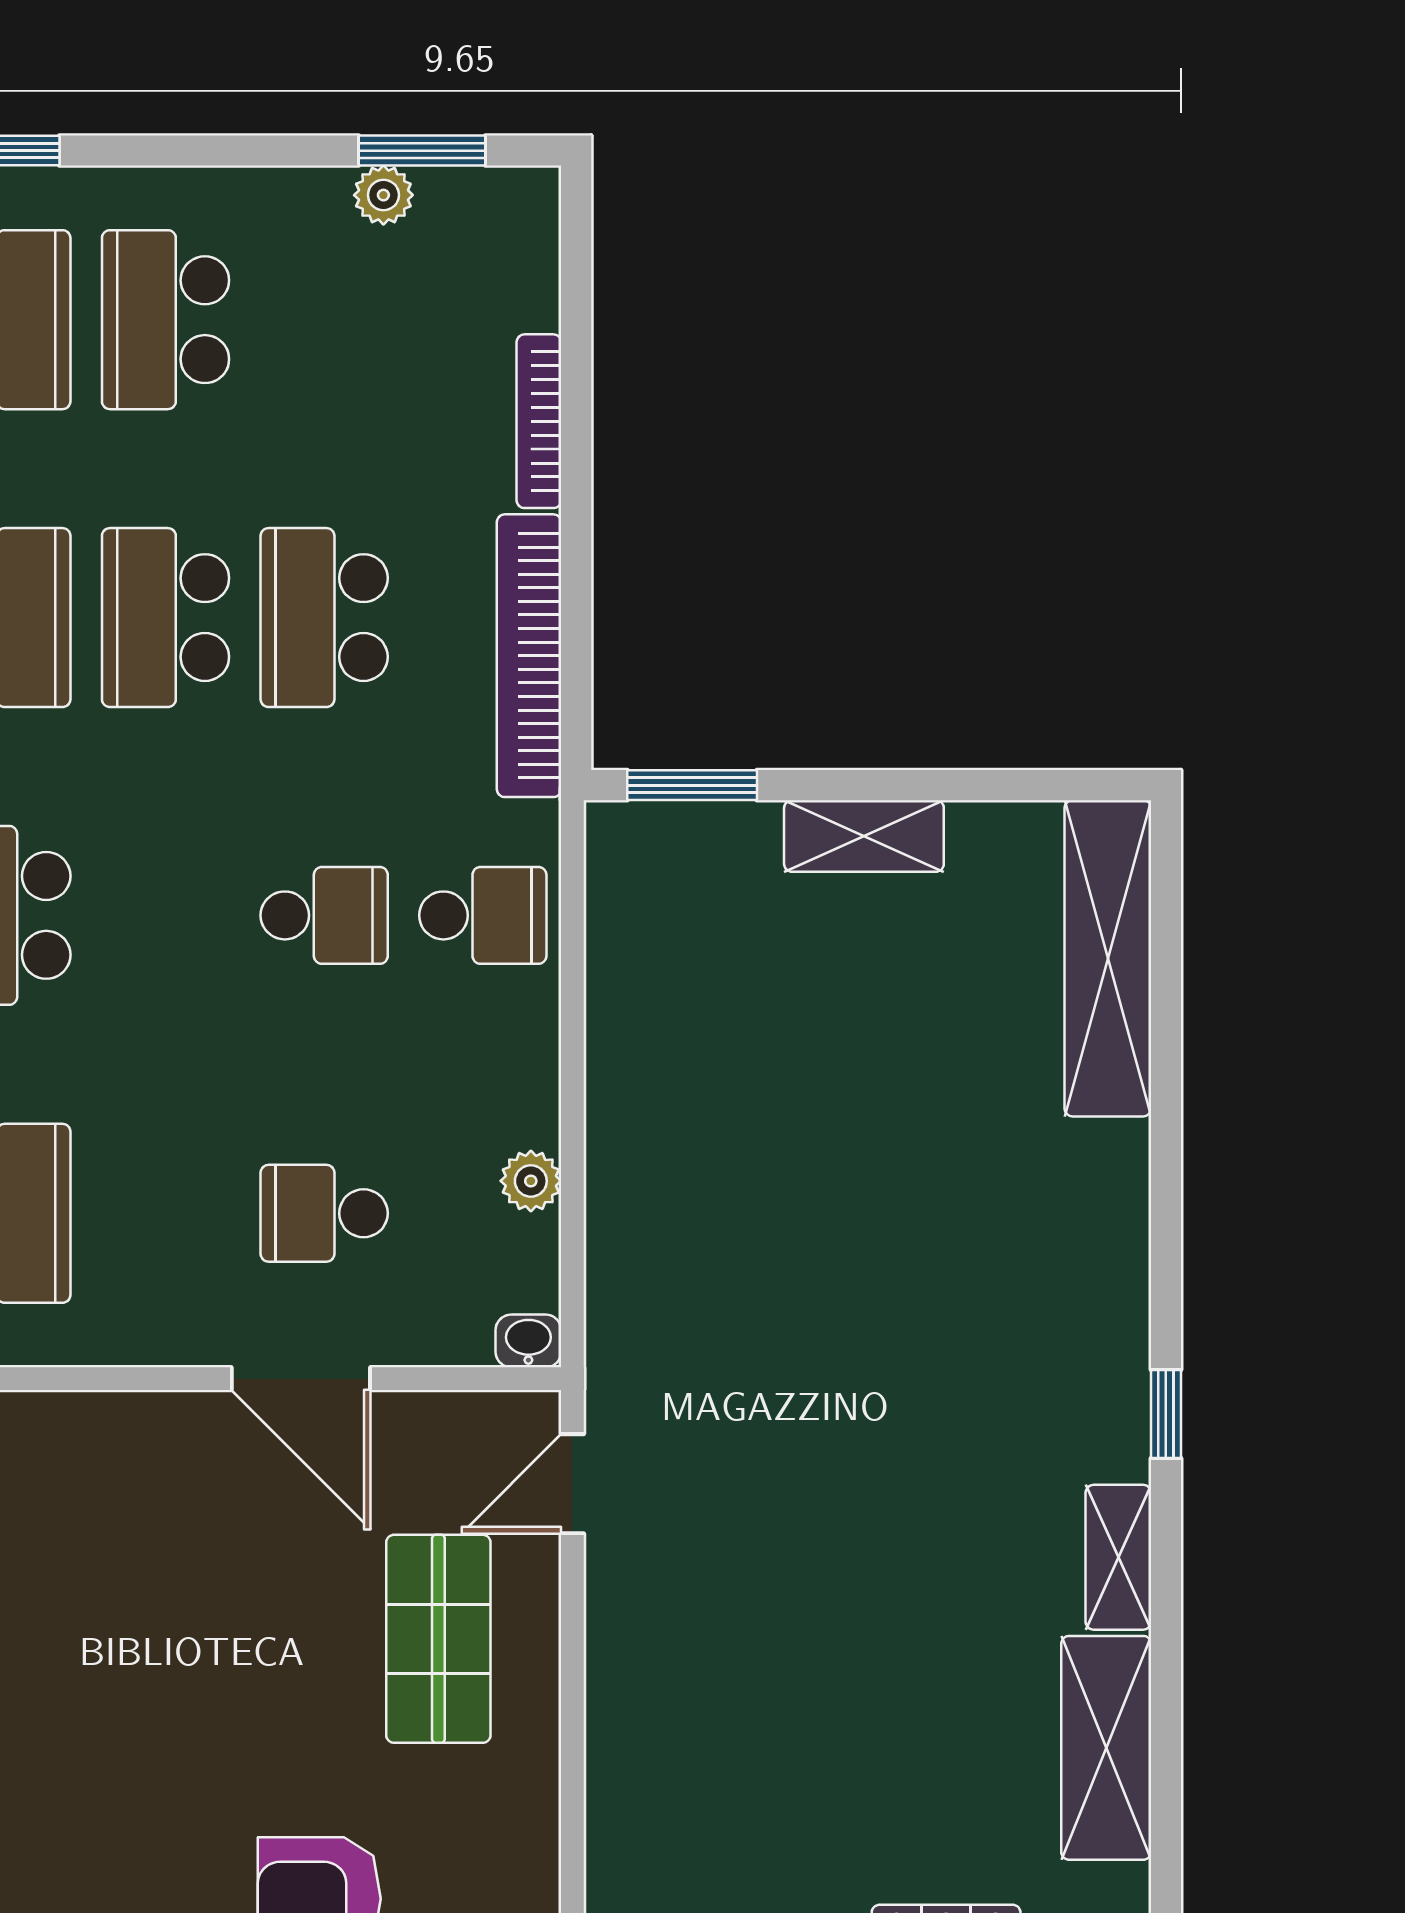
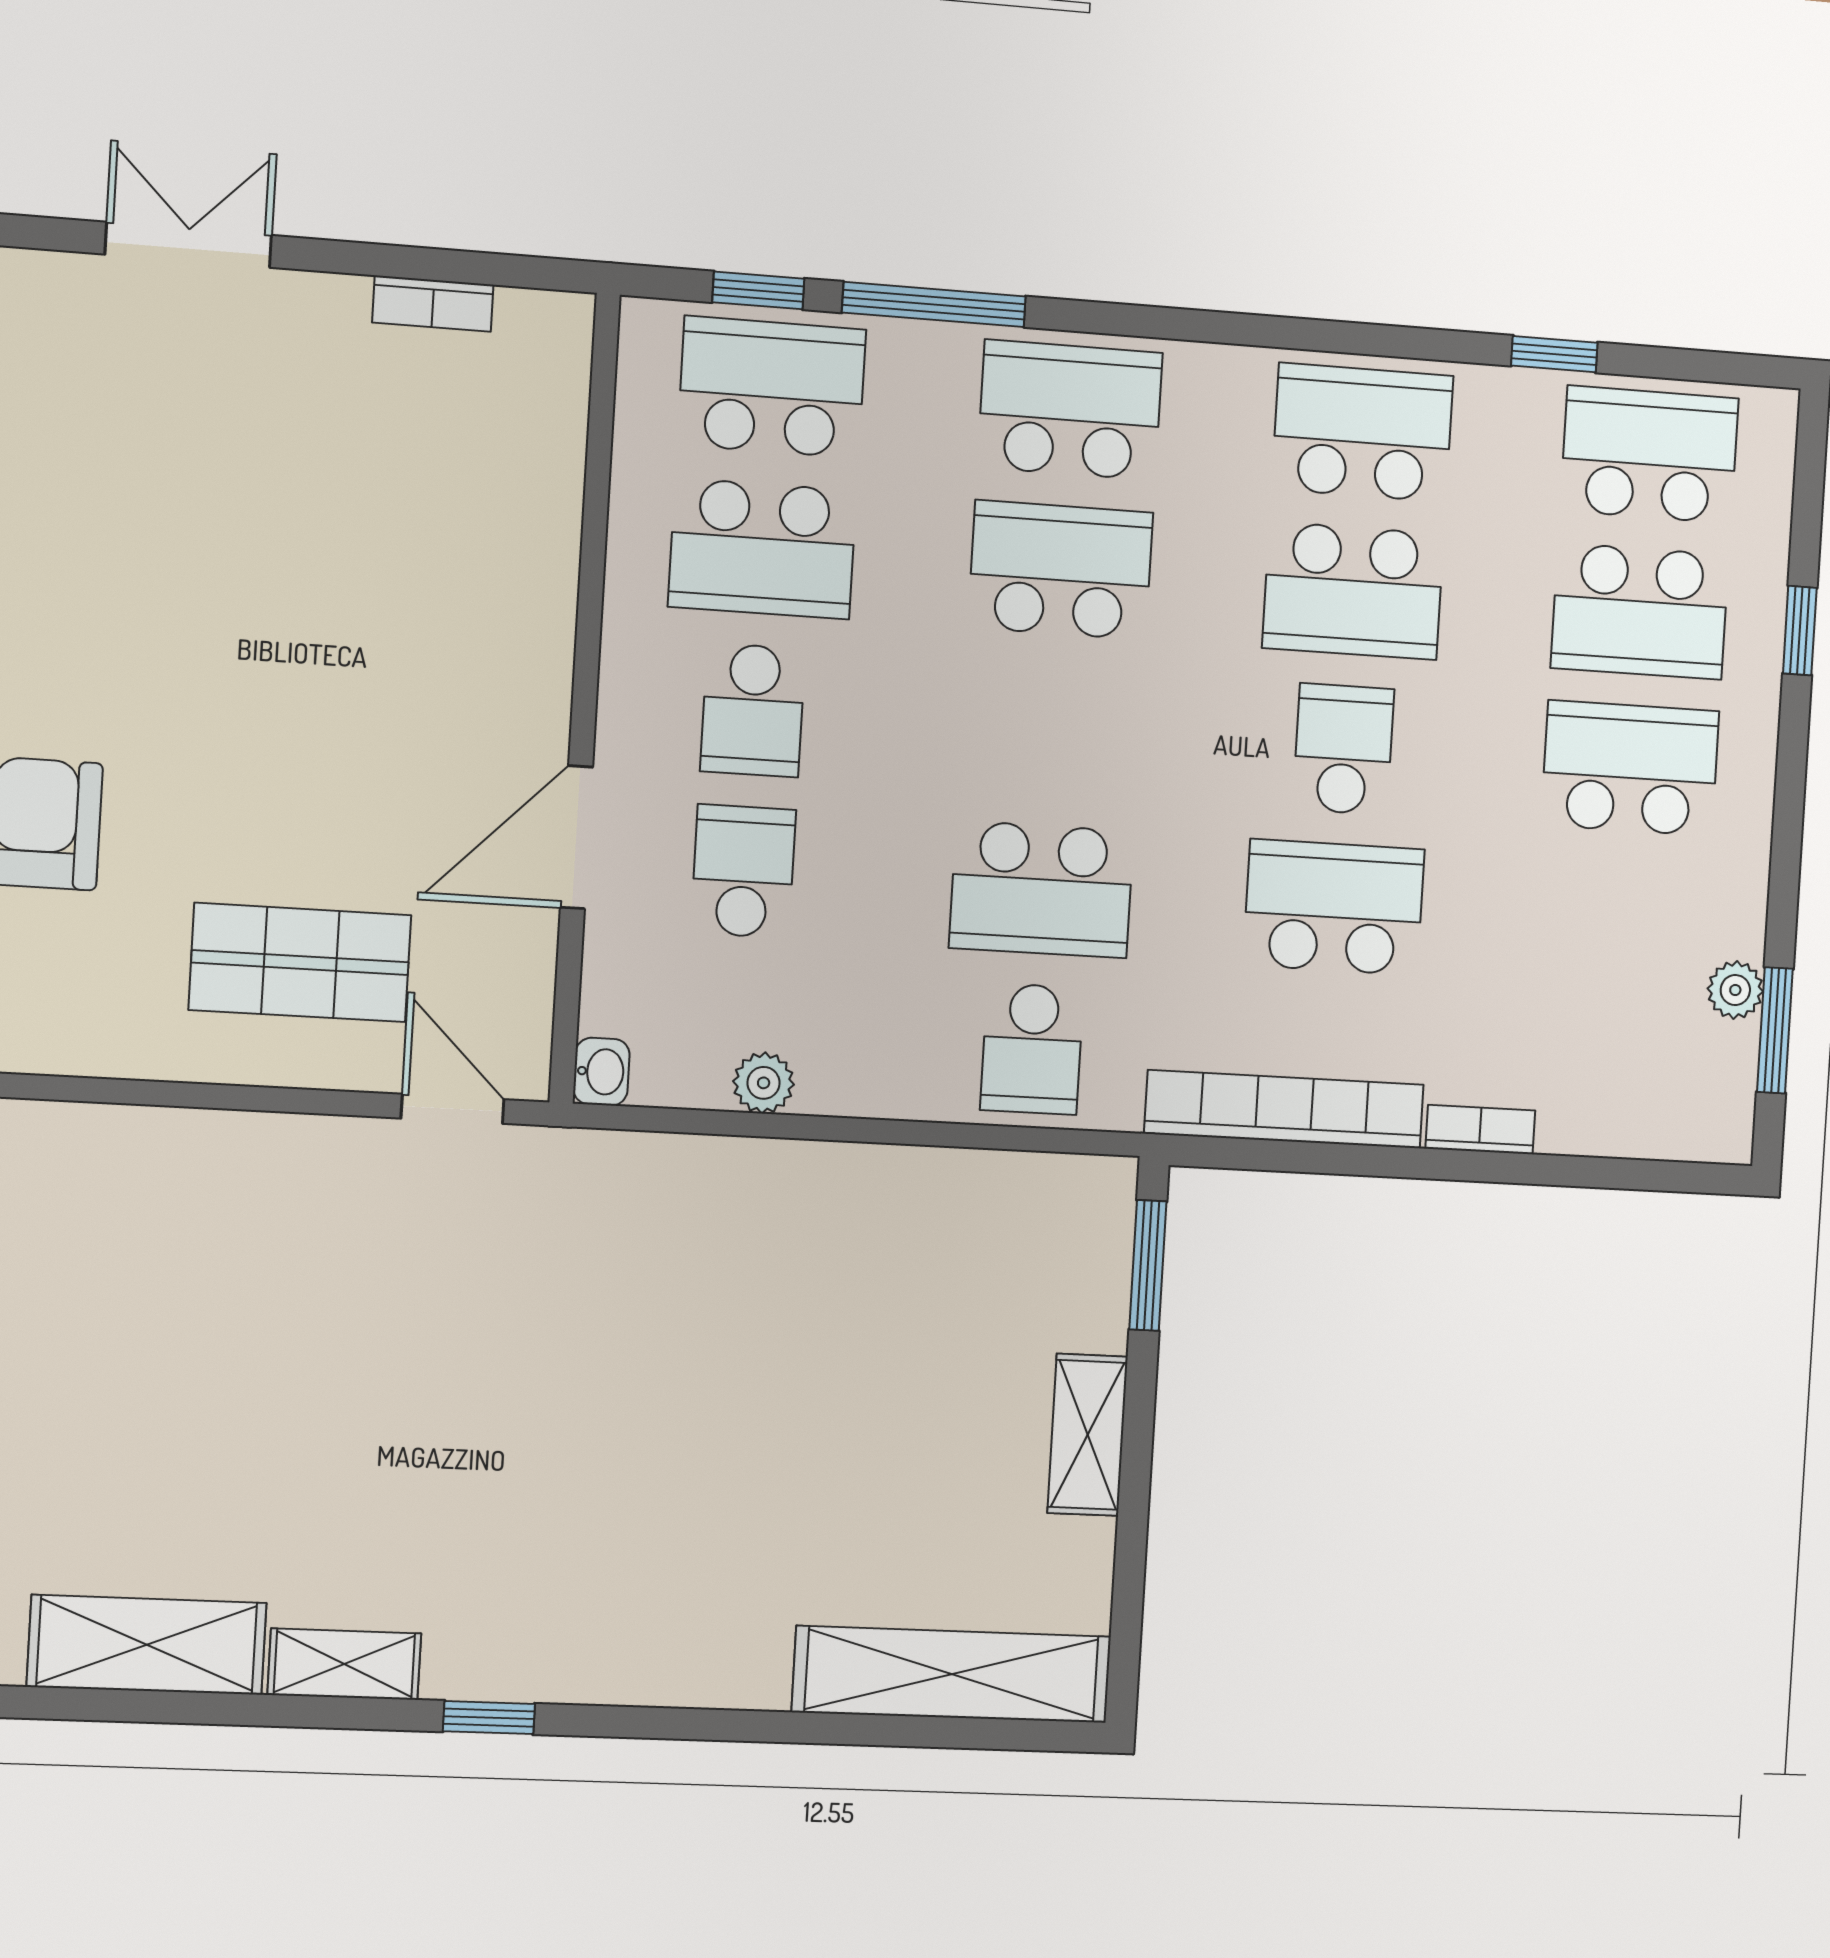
bookcase: (539, 421) -> (1480, 1129), width x0.64
school desk: (166, 618) -> (1343, 749), width x0.54
school desk: (324, 915) -> (1041, 889), width x1.85
school desk: (166, 1213) -> (753, 710), added

